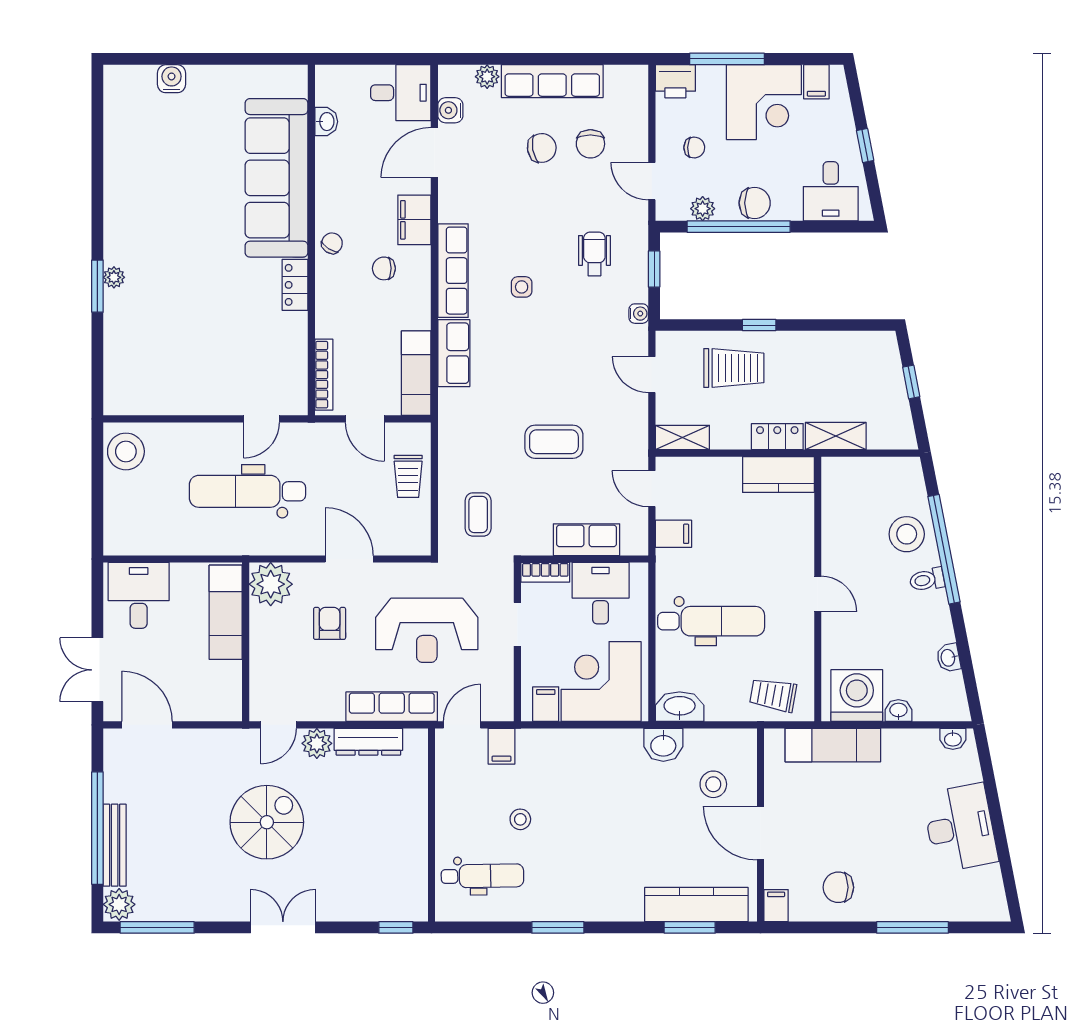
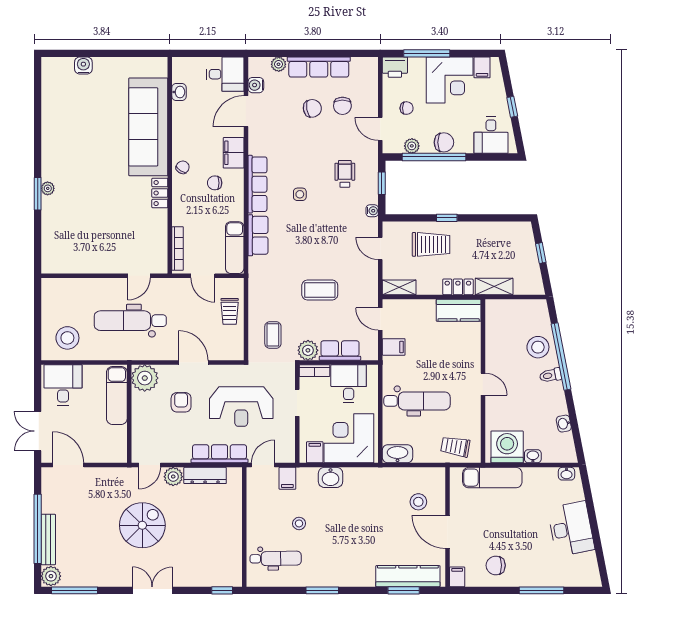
stool: (126, 451) -> (67, 338), moved
plant: (535, 539) -> (308, 350), added
washbasin: (663, 745) -> (331, 477), moved

